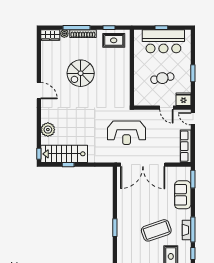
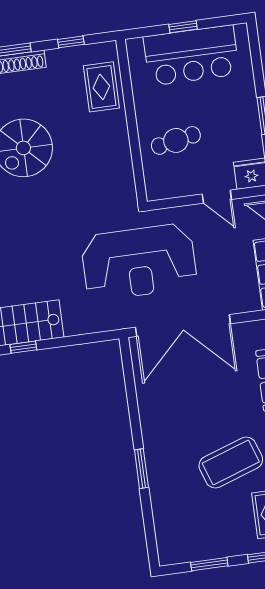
rug: (114, 40) -> (101, 87), moved, turned 90
cafe table: (162, 78) -> (176, 140), moved
reception desk: (127, 133) -> (139, 262), width x1.36, depth x1.30

